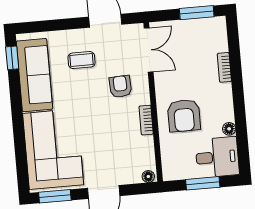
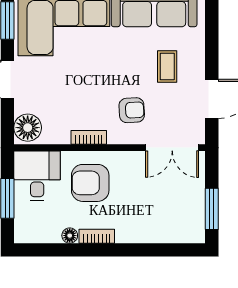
bookcase: (224, 67) -> (97, 236), moved
desk: (217, 157) -> (37, 176), moved, turned 180
floor lamp: (148, 176) -> (28, 128), width x1.89, depth x1.89

